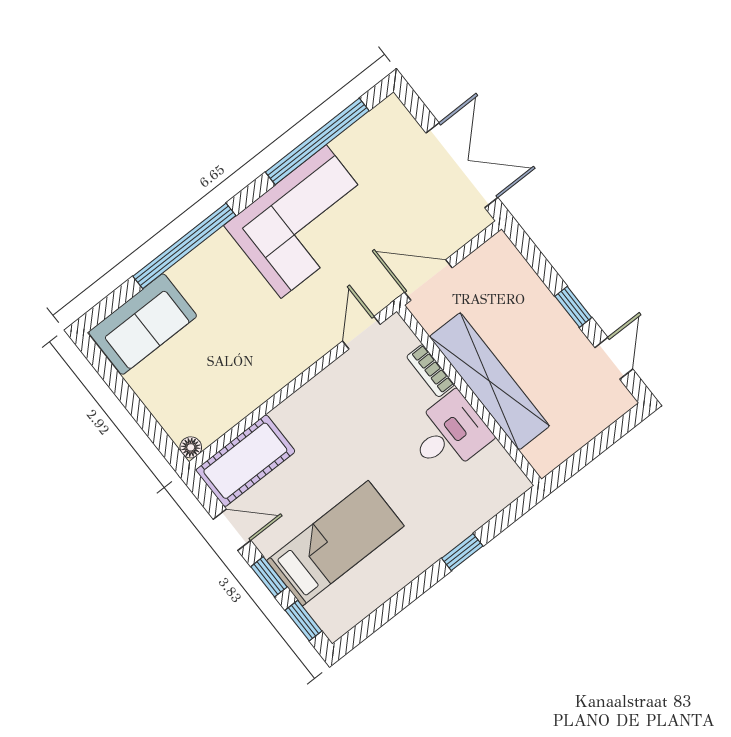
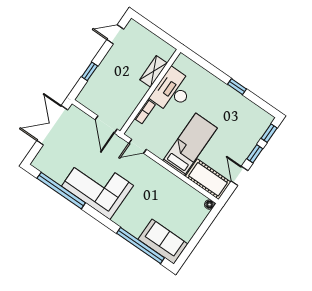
window: (184, 246) -> (140, 246), moved
window: (573, 307) -> (90, 71), moved
shelving: (490, 381) -> (154, 71), width x0.45, depth x0.75
desk: (449, 434) -> (173, 91), width x1.37
bed: (335, 543) -> (190, 144), moved, turned 90
window: (462, 552) -> (237, 87), moved

